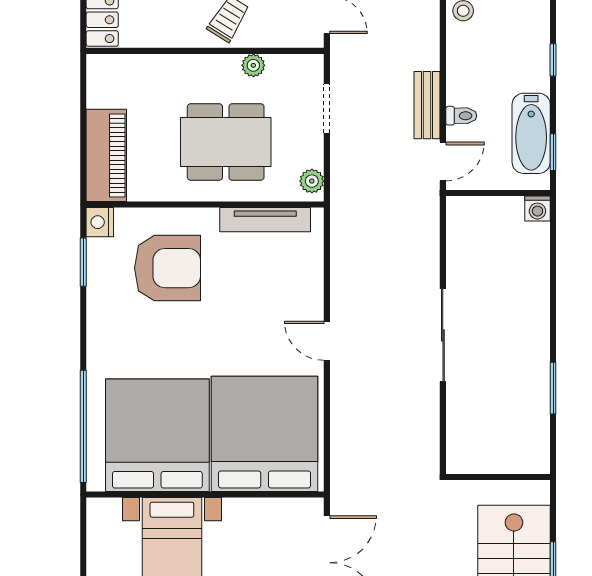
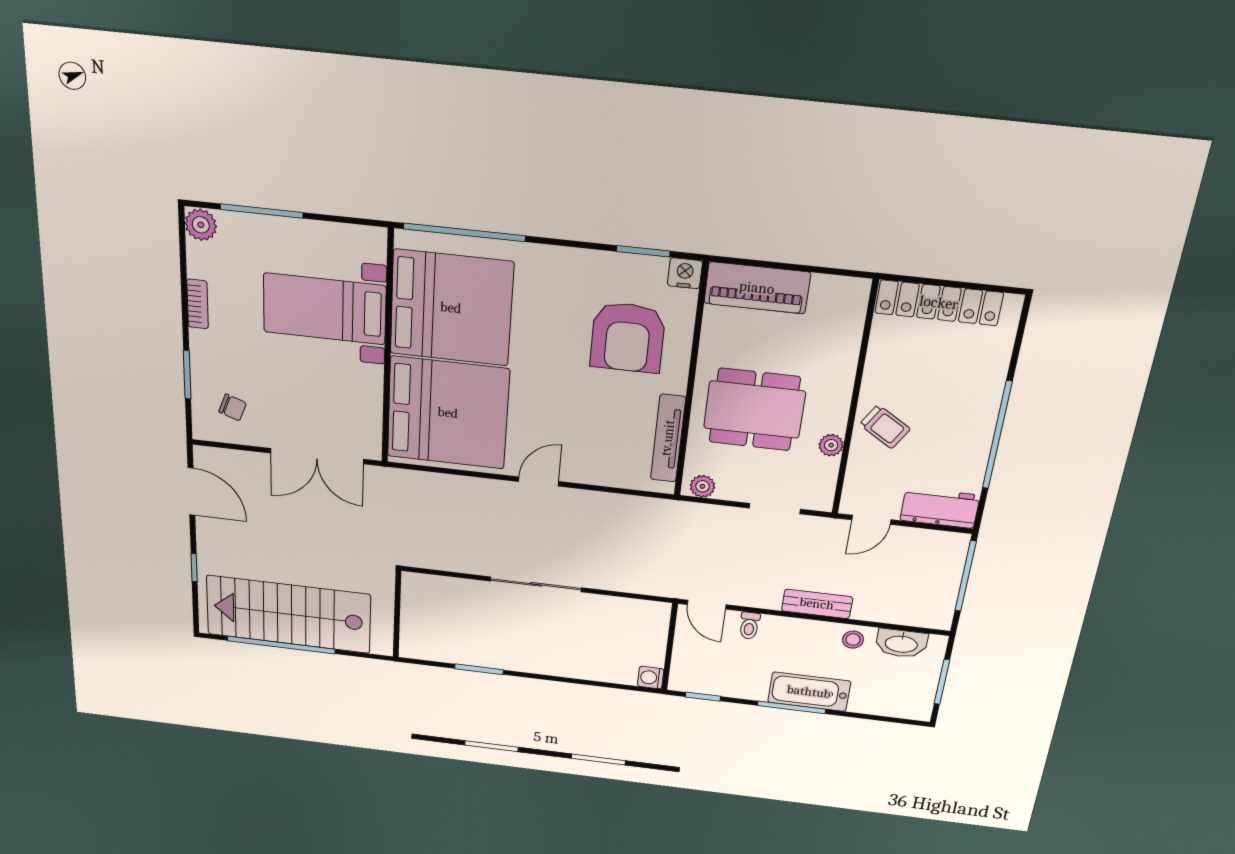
window: (553, 60) -> (791, 707), width x2.17
bench: (427, 105) -> (817, 604), moved
bathtub: (531, 133) -> (809, 692), moved
dining table: (226, 142) -> (754, 410), turned 90

